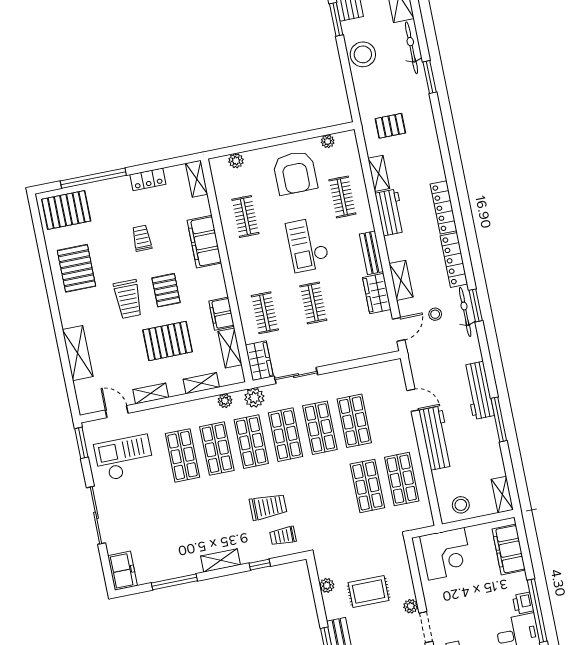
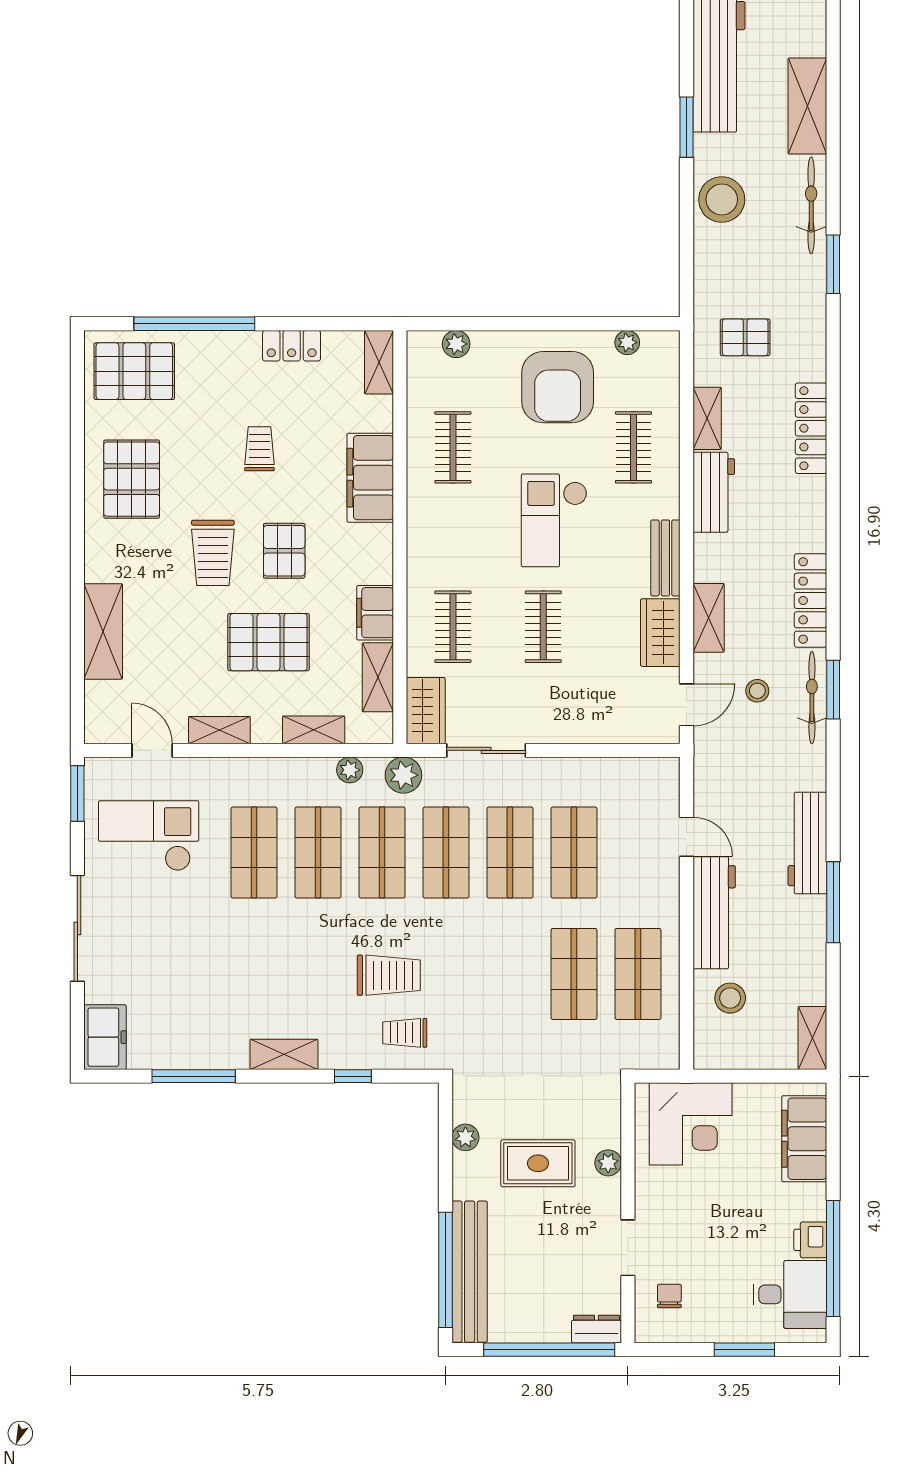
locker: (444, 207) -> (811, 428), moved
stool: (461, 505) -> (730, 998), moved
plant: (411, 606) -> (608, 1163), moved

